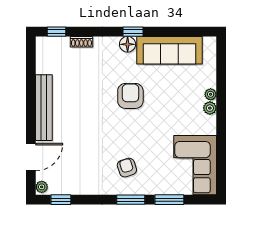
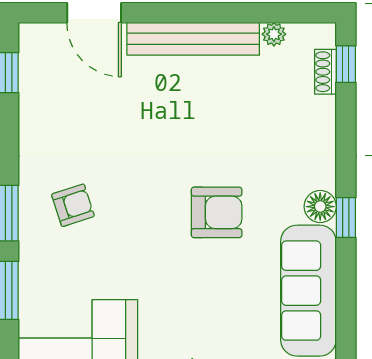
shoe rack: (81, 42) -> (325, 72), moved
plant: (42, 187) -> (274, 34), moved

